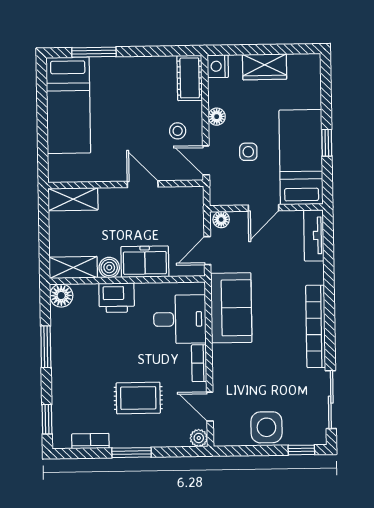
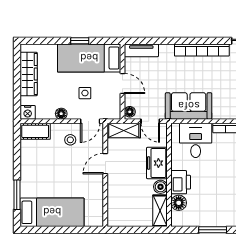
wardrobe: (265, 67) -> (29, 74), width x1.50
shelving: (73, 199) -> (124, 131), moved, turned 90
floor lamp: (61, 296) -> (179, 203), moved

